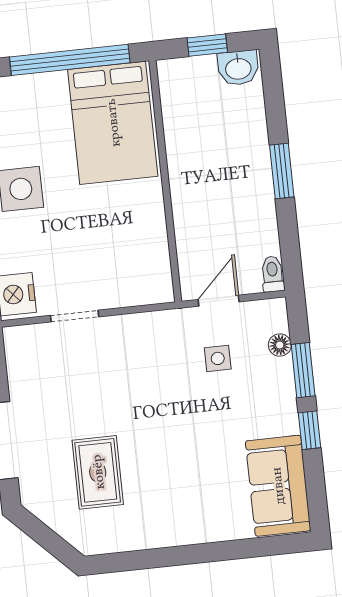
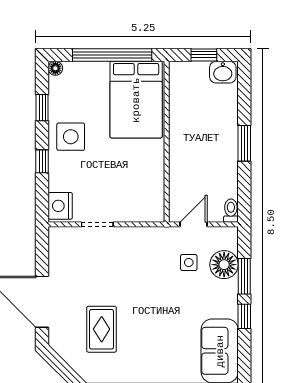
floor lamp: (280, 345) -> (224, 265), width x1.89, depth x1.89

